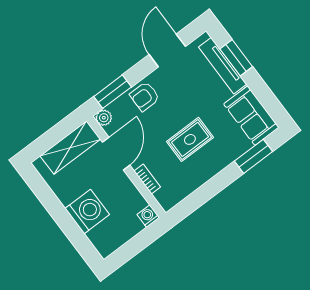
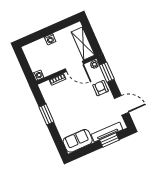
rug: (190, 139) -> (73, 106), removed
window: (254, 156) -> (46, 114), moved
washing machine: (87, 211) -> (50, 39), width x0.53, depth x0.53

